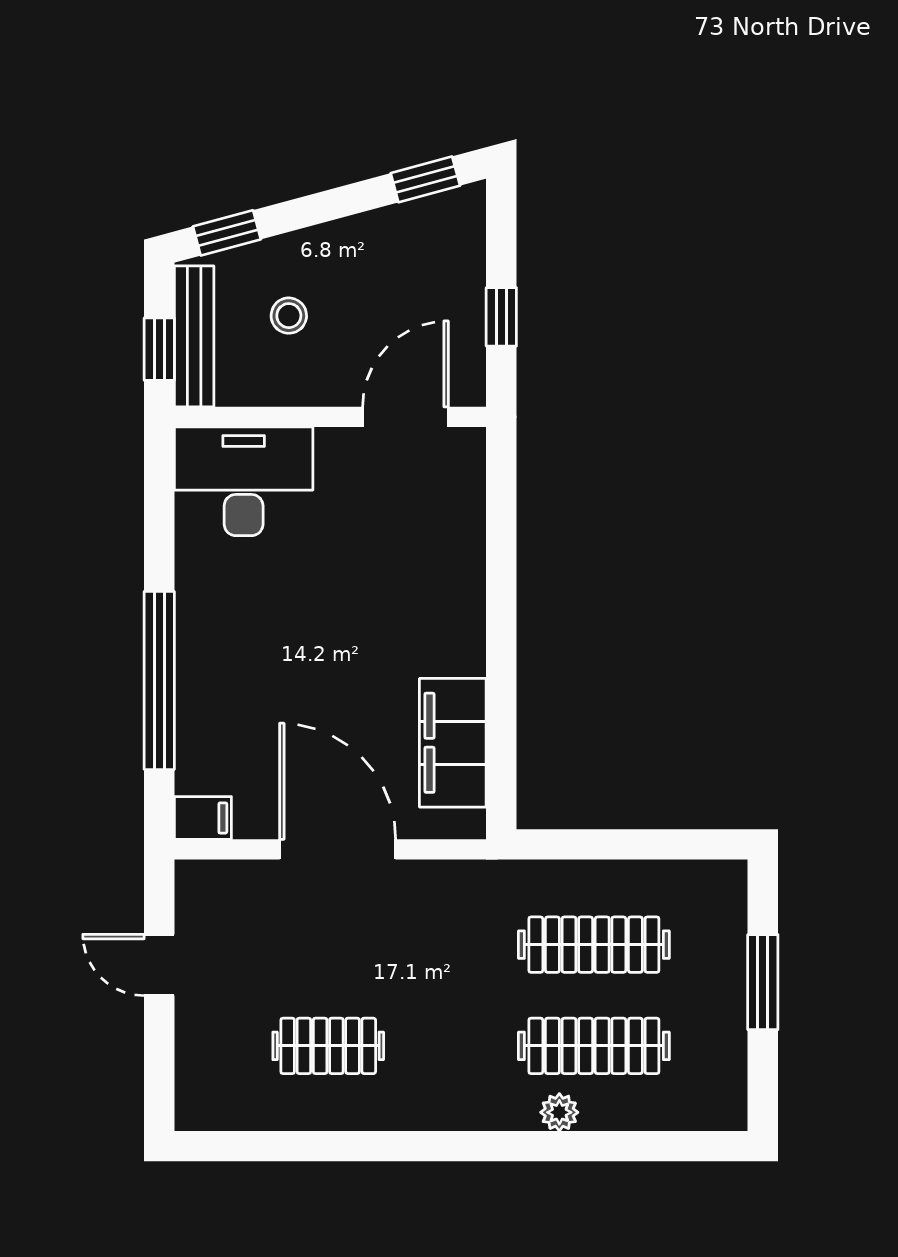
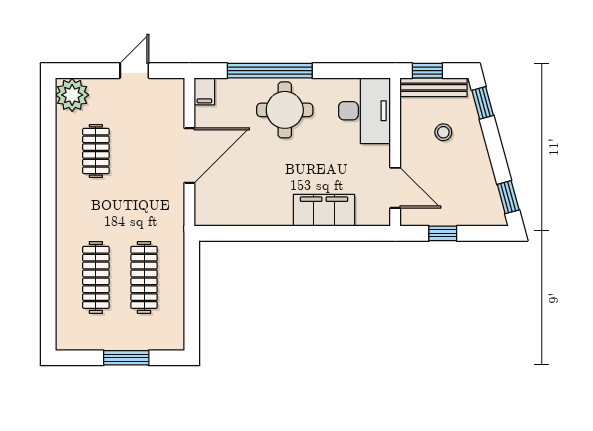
round table: (242, 649) -> (285, 110), added
filing cabinet: (453, 743) -> (324, 210), moved
plant: (559, 1112) -> (72, 95), moved, width x1.87, depth x1.87

